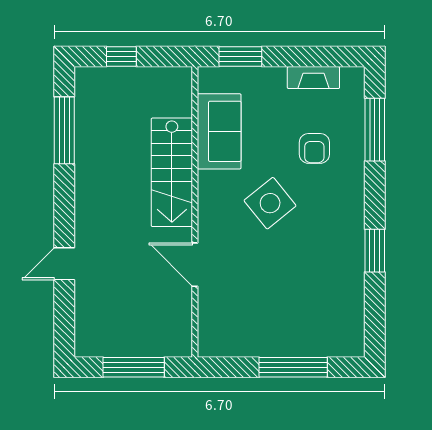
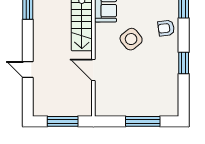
armchair: (314, 148) -> (166, 28), moved, turned 83
door: (64, 264) -> (28, 70), hinge flipped

